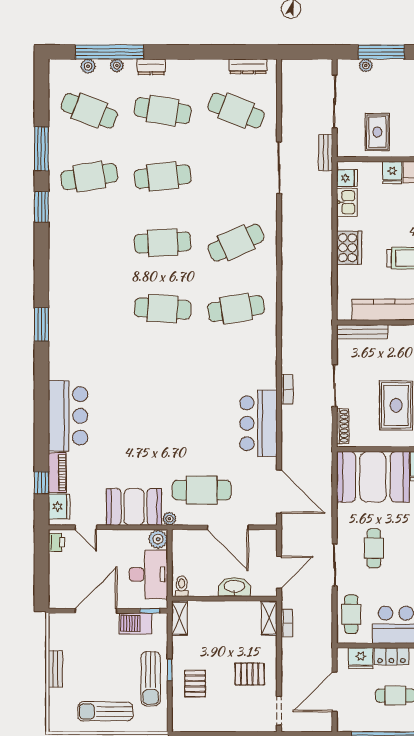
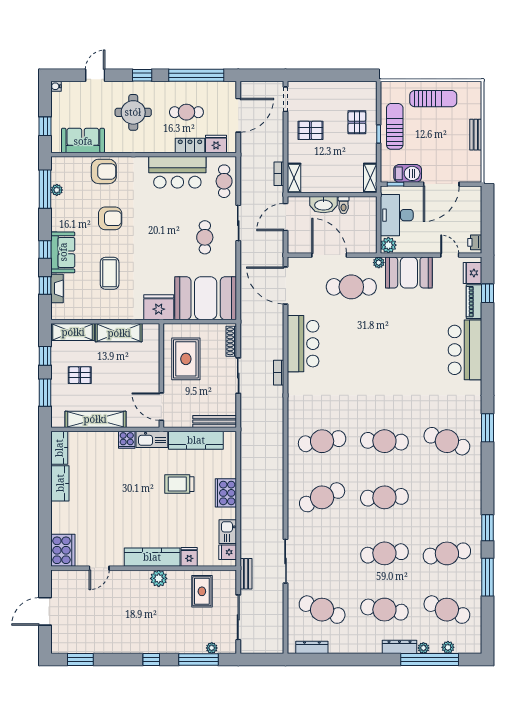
dresser: (151, 67) -> (399, 647), width x1.44
cafe table: (89, 309) -> (447, 441), added
toilet: (182, 586) -> (344, 205), moved

